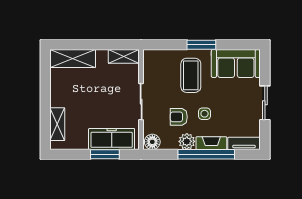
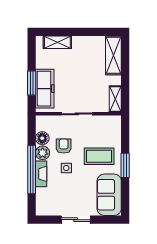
floor lamp: (152, 142) -> (42, 138), moved
tv unit: (244, 143) -> (41, 202), removed

